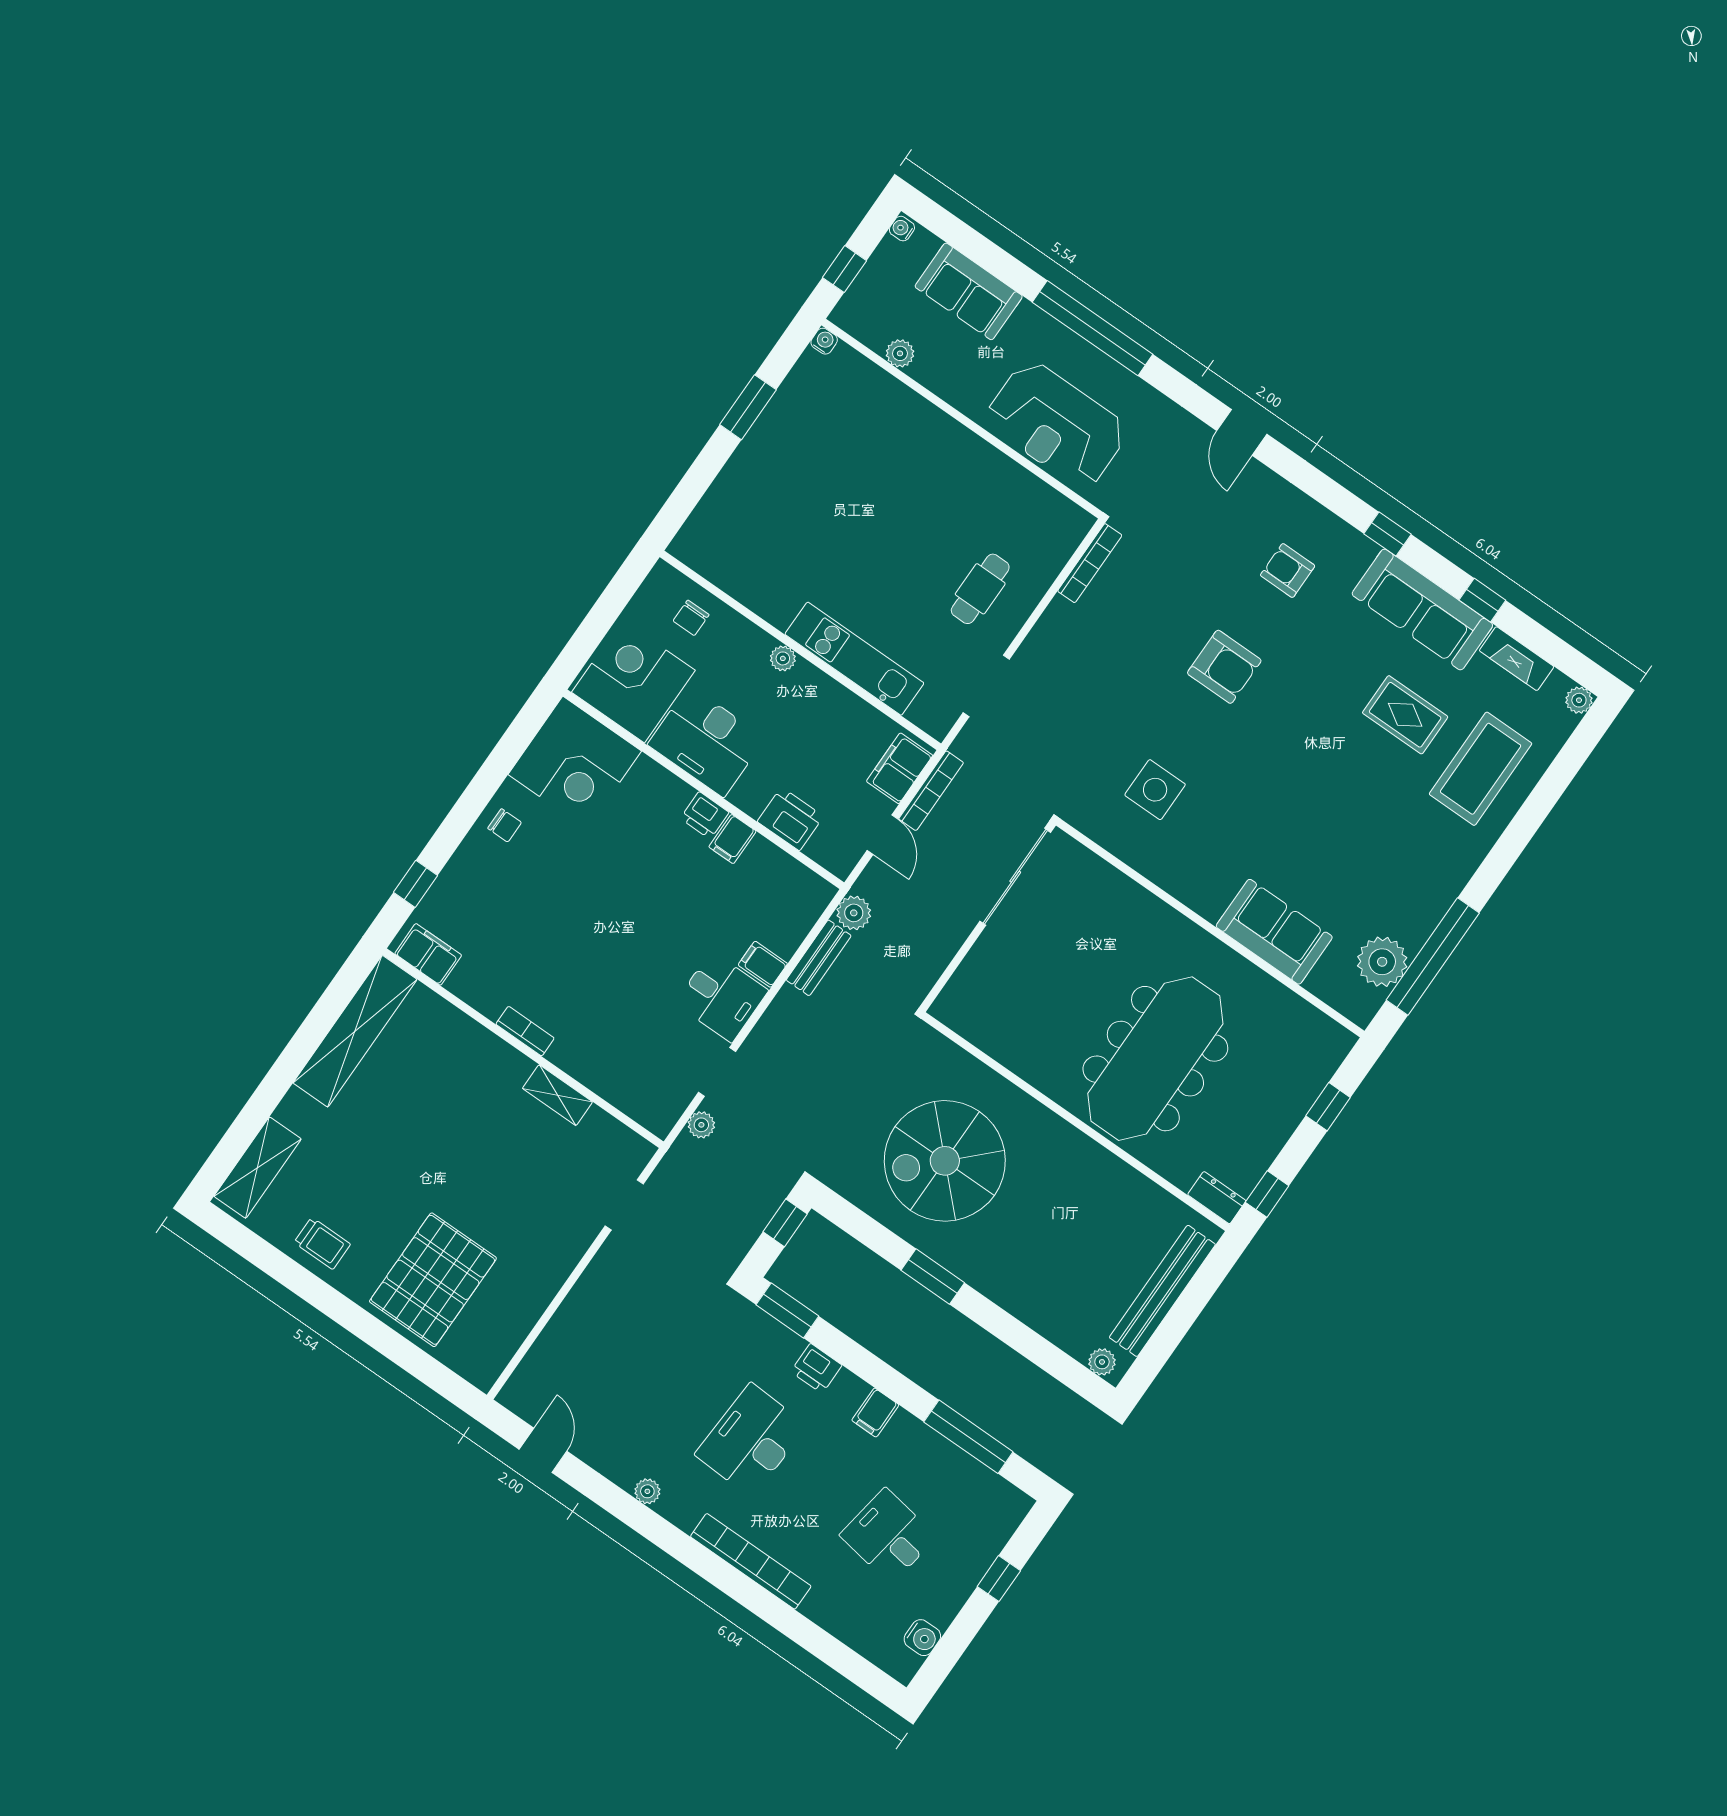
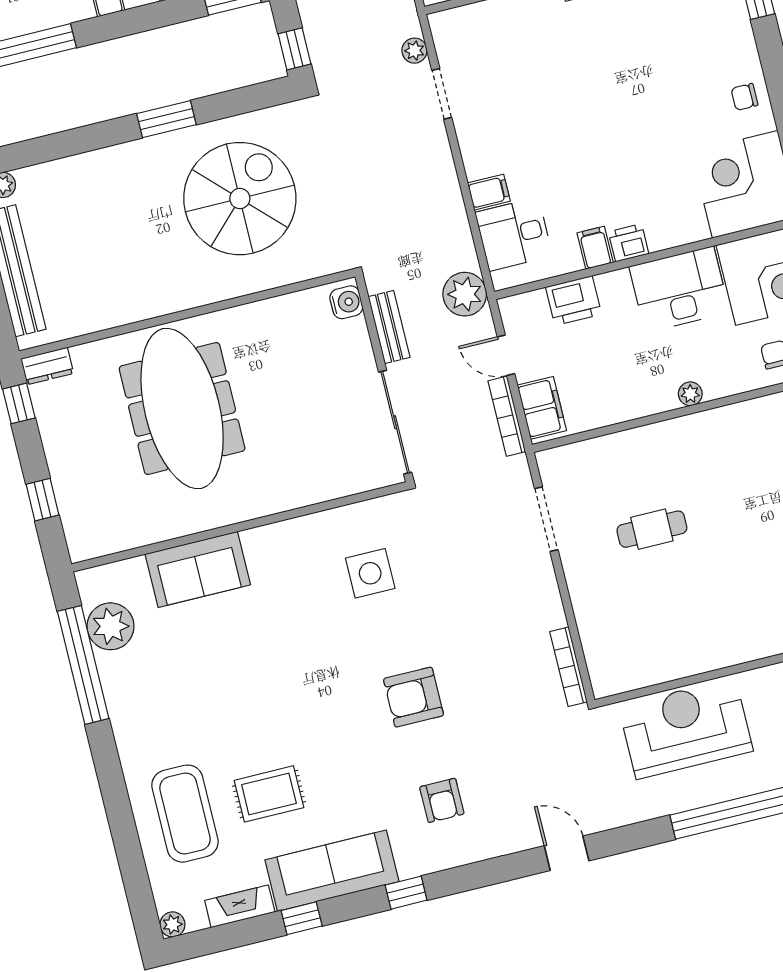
armchair: (1288, 571) -> (442, 800), turned 90
cafe table: (980, 589) -> (652, 529), moved, turned 90
kitchen unit: (854, 659) -> (646, 444), removed
plant: (854, 913) -> (465, 294), width x1.36, depth x1.36
bench: (819, 958) -> (389, 327), moved
desk: (722, 997) -> (514, 234), moved
water cooler: (953, 1001) -> (346, 302), added

